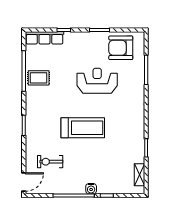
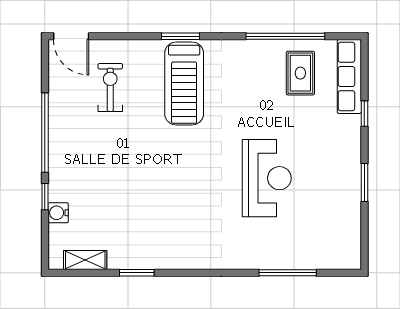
armchair: (121, 48) -> (330, 224), removed
rug: (39, 78) -> (300, 73), moved
treadmill: (83, 128) -> (184, 84), moved
water cooler: (91, 189) -> (58, 213), moved

